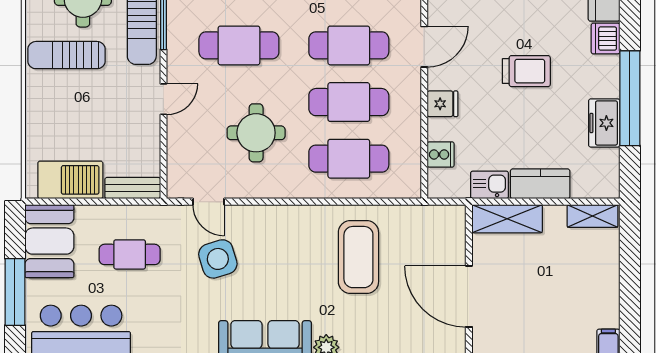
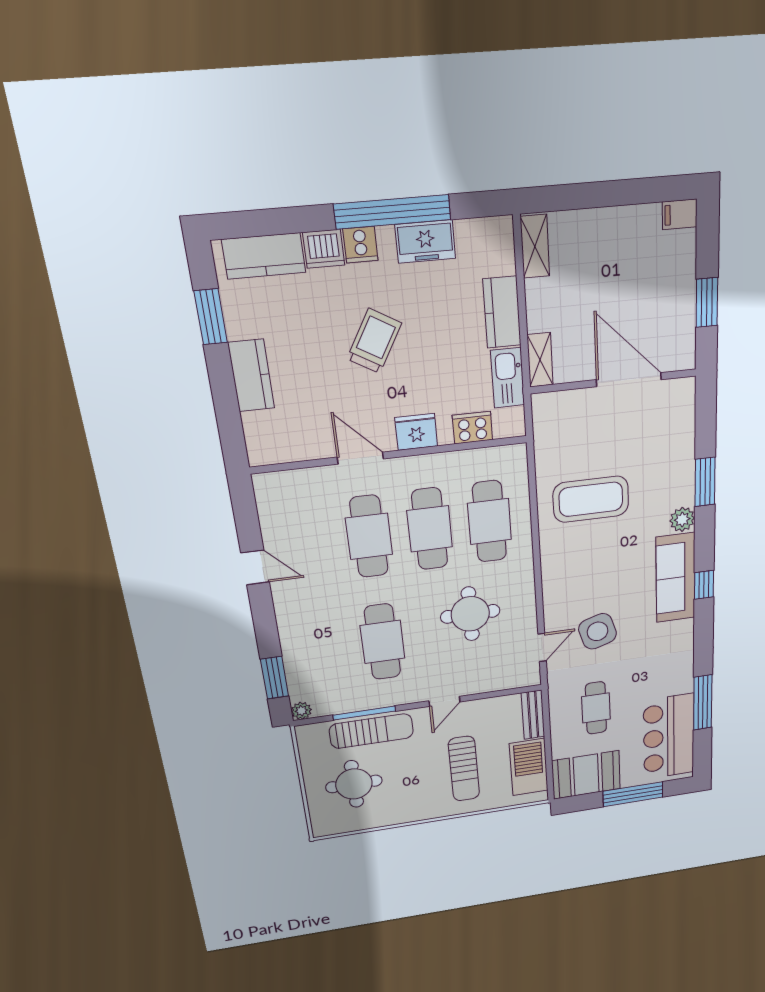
sun lounger: (66, 55) -> (464, 769), moved
cooker: (606, 69) -> (360, 245), added
trolley: (526, 71) -> (374, 341), turned 30
door: (163, 99) -> (444, 701), swing flipped
fridge: (443, 104) -> (416, 432), width x1.38
cooker: (441, 154) -> (473, 428), width x1.36
kitchen sink: (489, 185) -> (508, 378), width x1.38
shelving: (507, 219) -> (540, 360), width x0.67, depth x0.75
door: (469, 296) -> (629, 380), swing flipped

